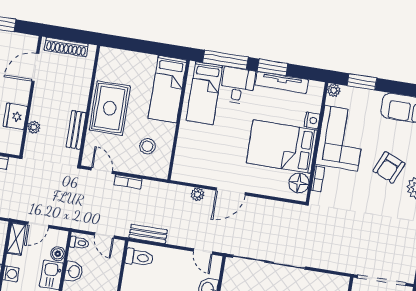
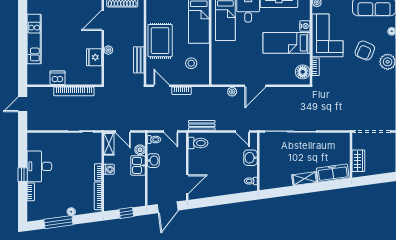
plant: (34, 127) -> (108, 50), moved
bed: (282, 147) -> (286, 43), width x0.67
door: (38, 225) -> (123, 131), hinge flipped

